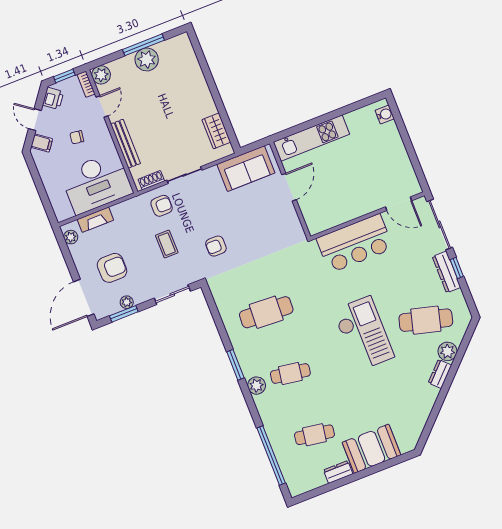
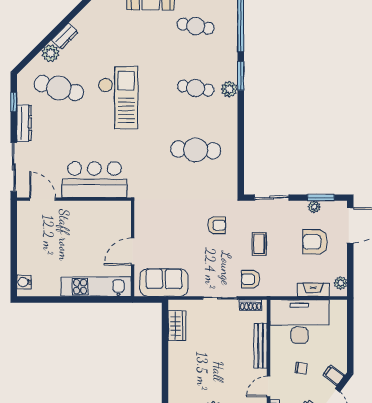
window: (457, 268) -> (14, 102), moved
checkout: (363, 334) -> (118, 98), turned 180
window: (235, 365) -> (241, 76), moved

